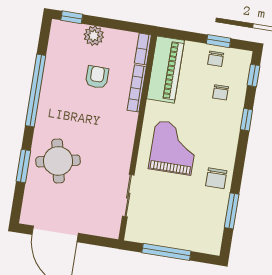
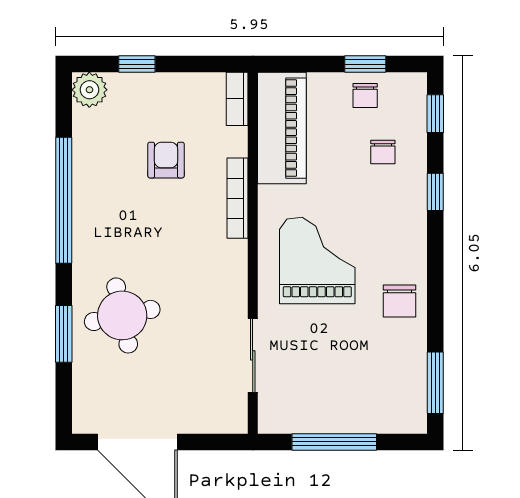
window: (72, 17) -> (137, 64), moved
plant: (94, 36) -> (89, 90), moved
bookcase: (137, 88) -> (238, 198), moved
window: (232, 211) -> (435, 383), moved

